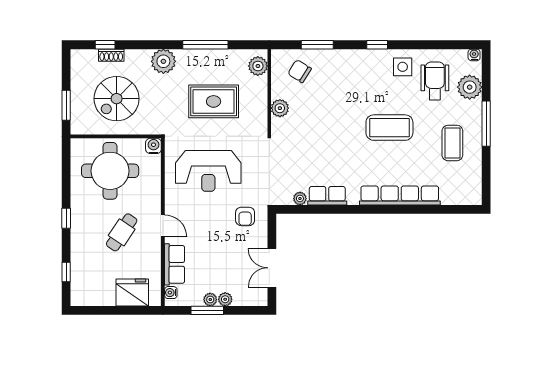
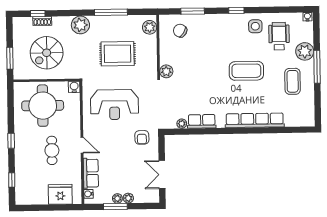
plant: (470, 87) -> (305, 51), moved
plant: (280, 108) -> (166, 71), moved
cafe table: (122, 232) -> (52, 150), turned -34

